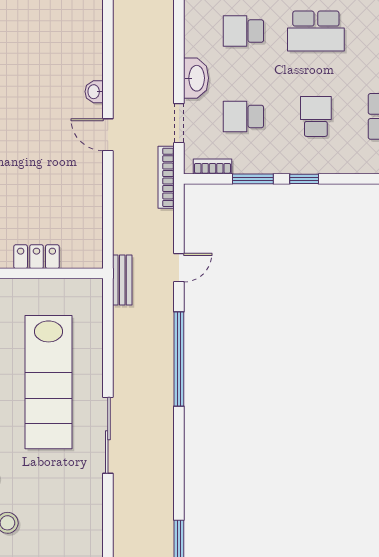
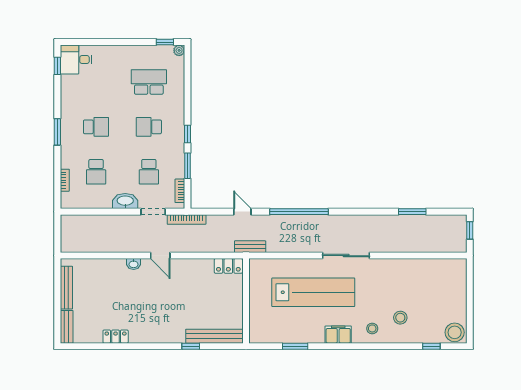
school desk: (316, 31) -> (96, 127), width x0.54
door: (108, 135) -> (160, 256), hinge flipped
locker: (36, 257) -> (228, 266), moved, turned -90

